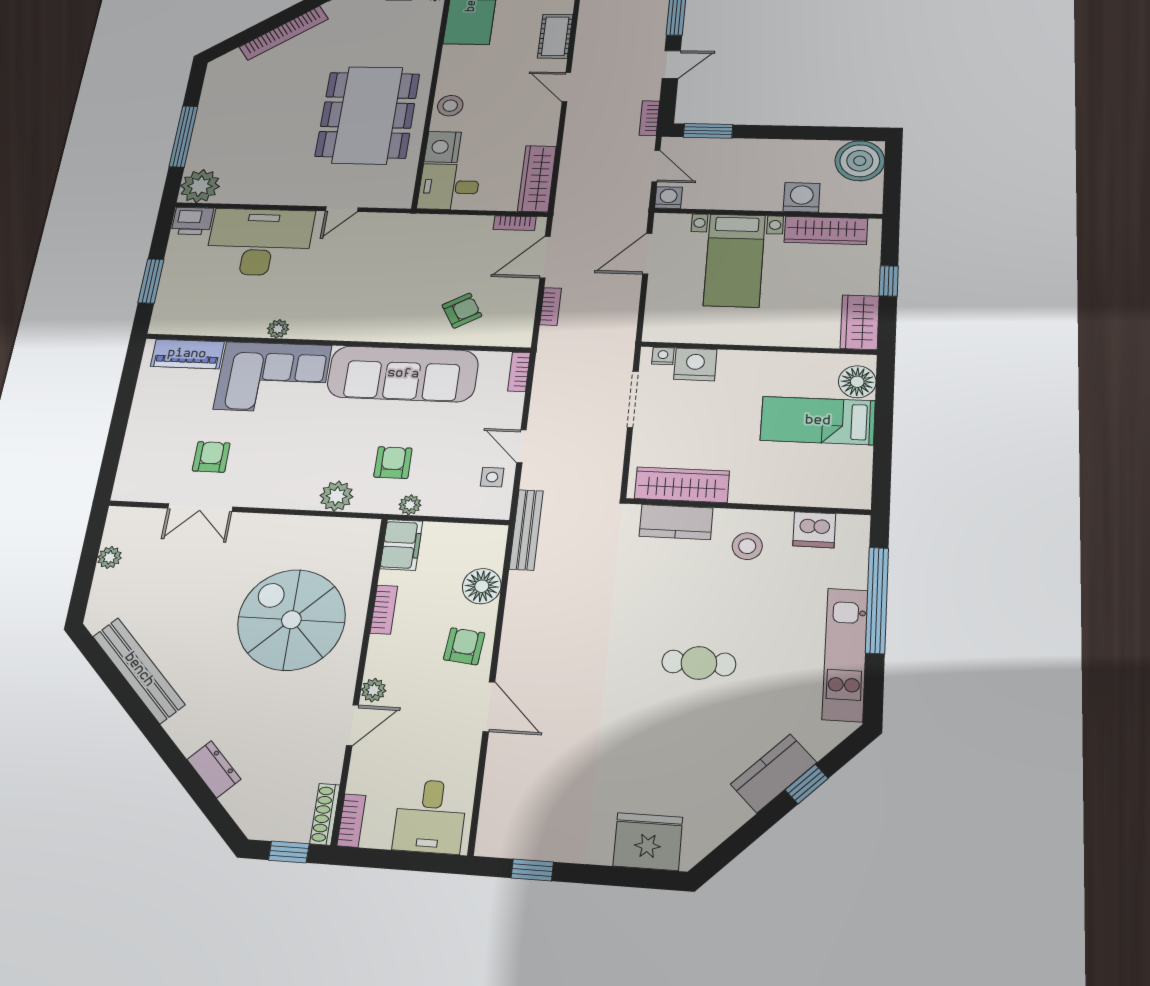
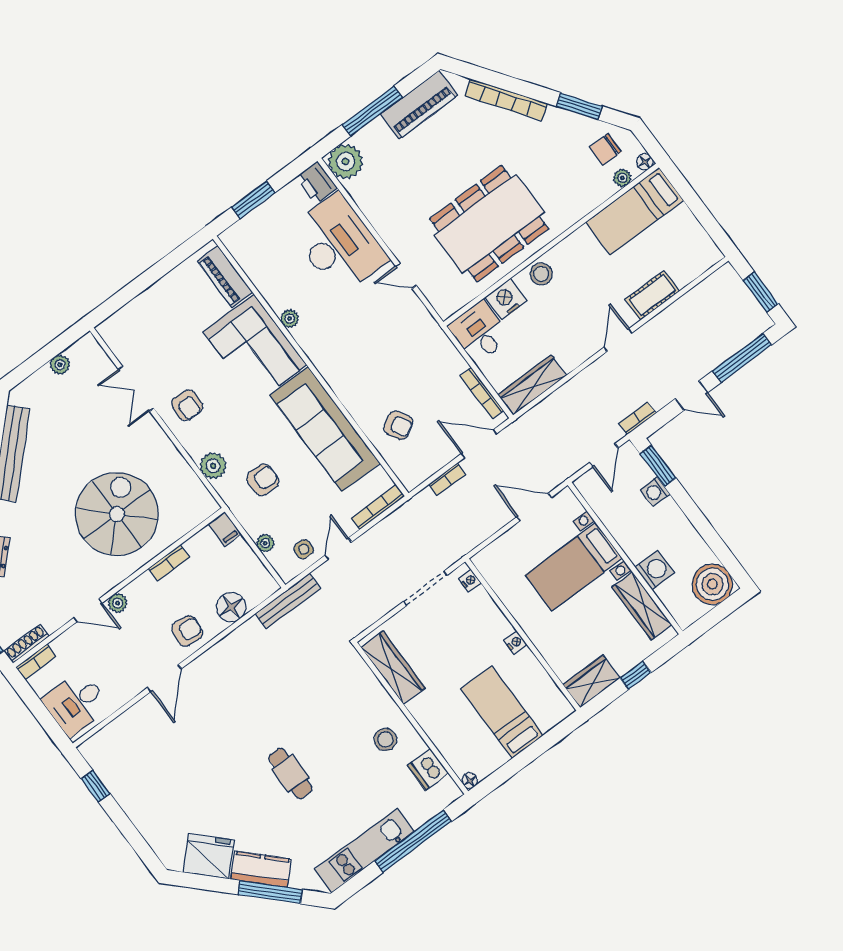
piano: (217, 98) -> (419, 105), added
washing machine: (668, 198) -> (655, 492), moved, turned 180
bookcase: (515, 223) -> (482, 393), width x1.56
nightstand: (695, 364) -> (515, 642), moved, width x0.53, depth x0.56
bookcase: (519, 372) -> (378, 507), width x1.56
floor lamp: (857, 382) -> (470, 781), moved, width x0.53, depth x0.53
armchair: (211, 457) -> (187, 405), moved, turned 92
plant: (410, 505) -> (265, 543), moved
kitchen counter: (676, 522) -> (366, 685), removed
filing cabinet: (401, 545) -> (225, 529), width x0.50
window: (807, 784) -> (270, 892), width x2.17
fridge: (648, 841) -> (209, 856), moved, turned -45

